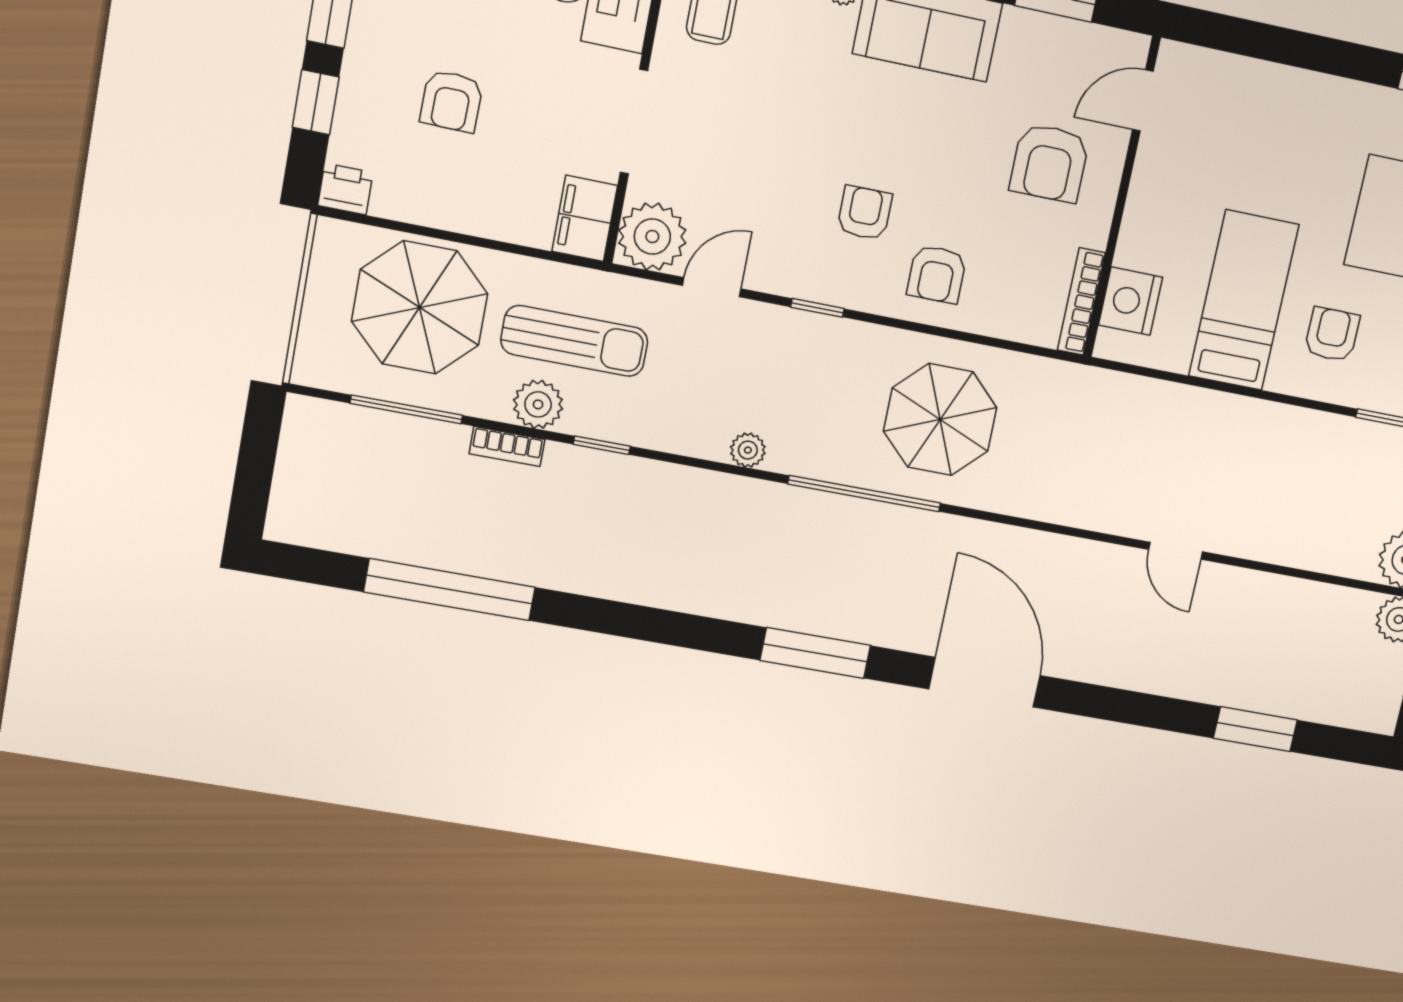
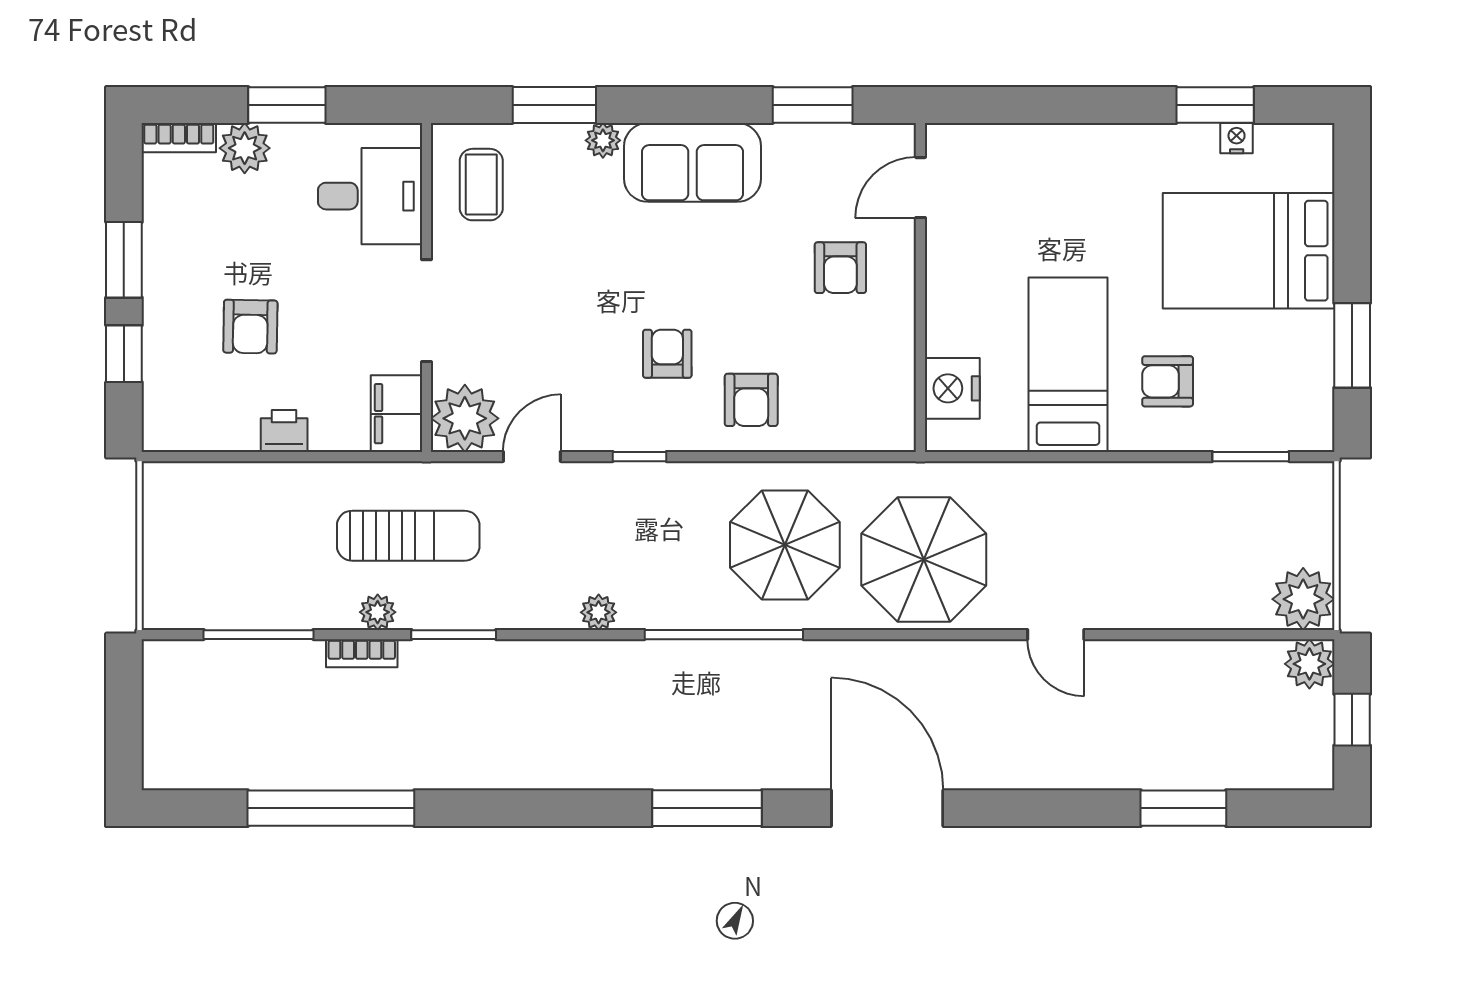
armchair: (1049, 163) -> (840, 268), width x0.72, depth x0.72
printer: (345, 189) -> (284, 431), moved
bookcase: (1081, 302) -> (902, 399), removed
parasol: (420, 307) -> (924, 560), moved
armchair: (1332, 334) -> (1168, 381), turned -90
plant: (538, 404) -> (378, 612), width x0.73, depth x0.73
window: (602, 445) -> (454, 635), width x1.50

